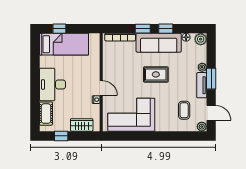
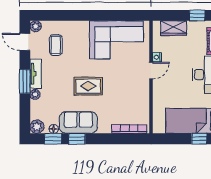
window: (143, 29) -> (53, 139), moved
sofa: (159, 43) -> (78, 123), width x0.73
door: (101, 88) -> (151, 70), swing flipped

